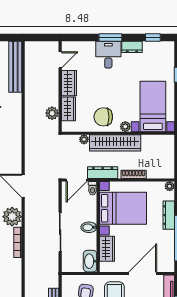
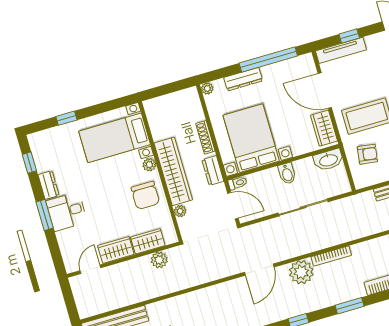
door: (60, 60) -> (90, 269), hinge flipped
dresser: (103, 173) -> (213, 170), width x0.70
wardrobe: (107, 249) -> (324, 128), moved, turned -90

